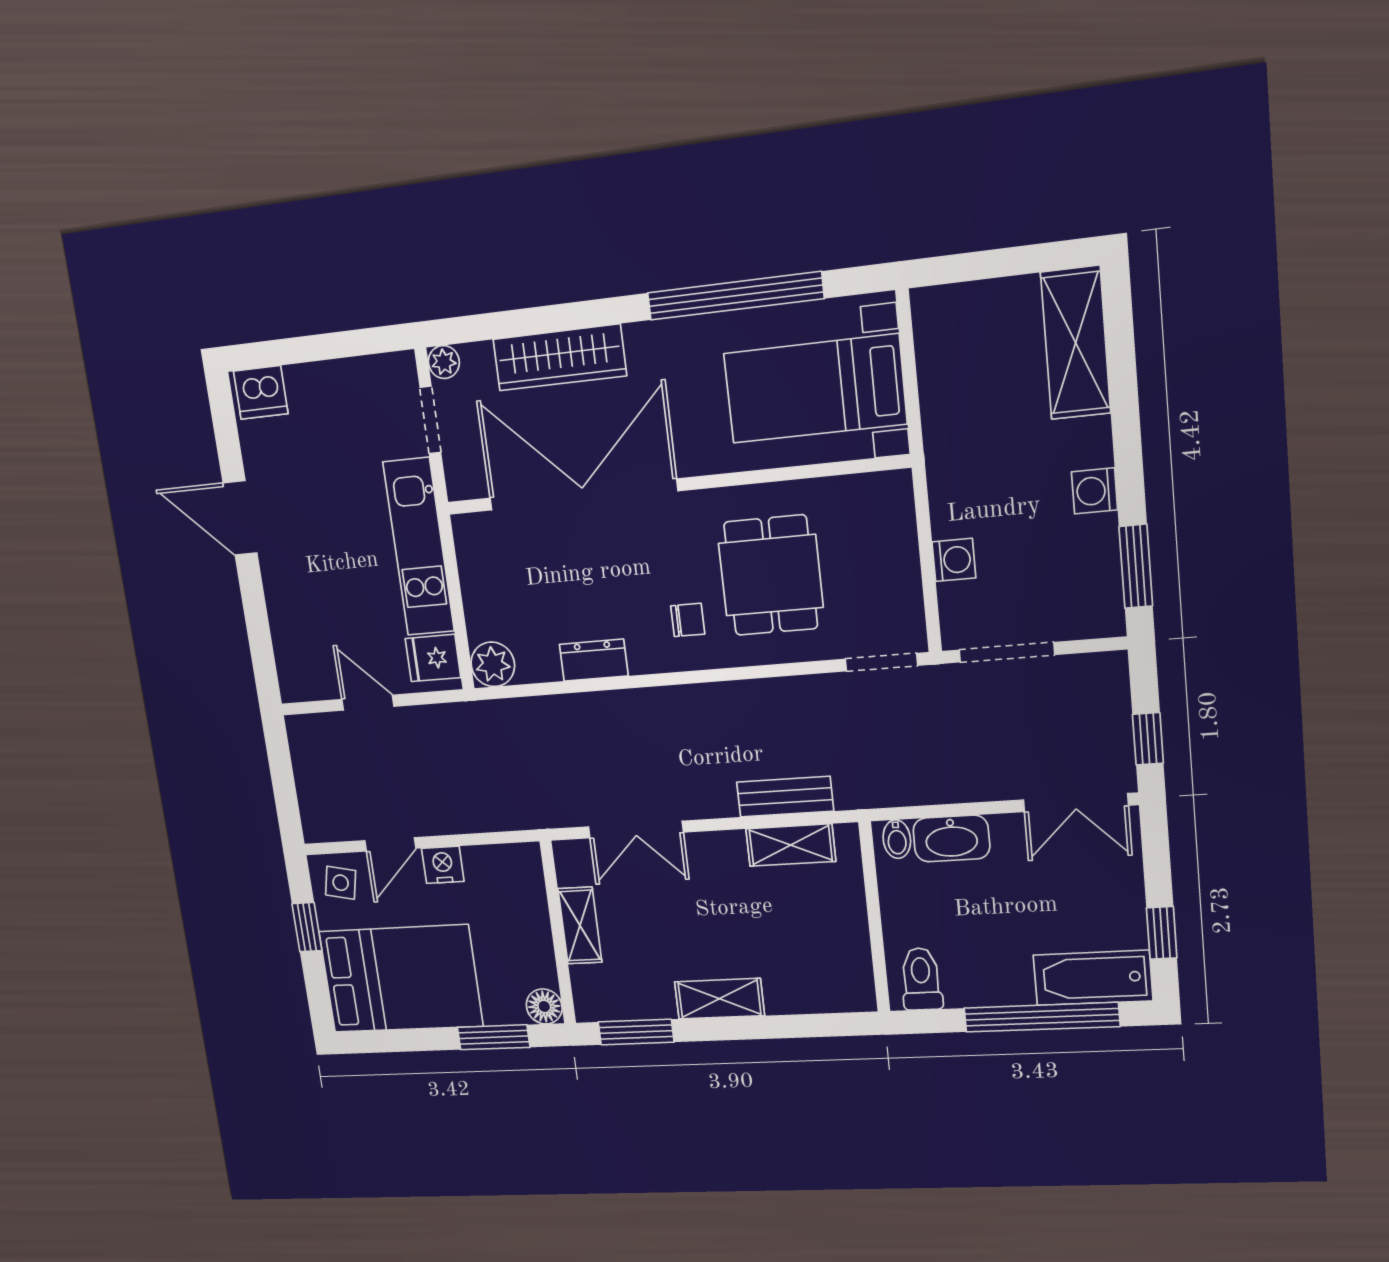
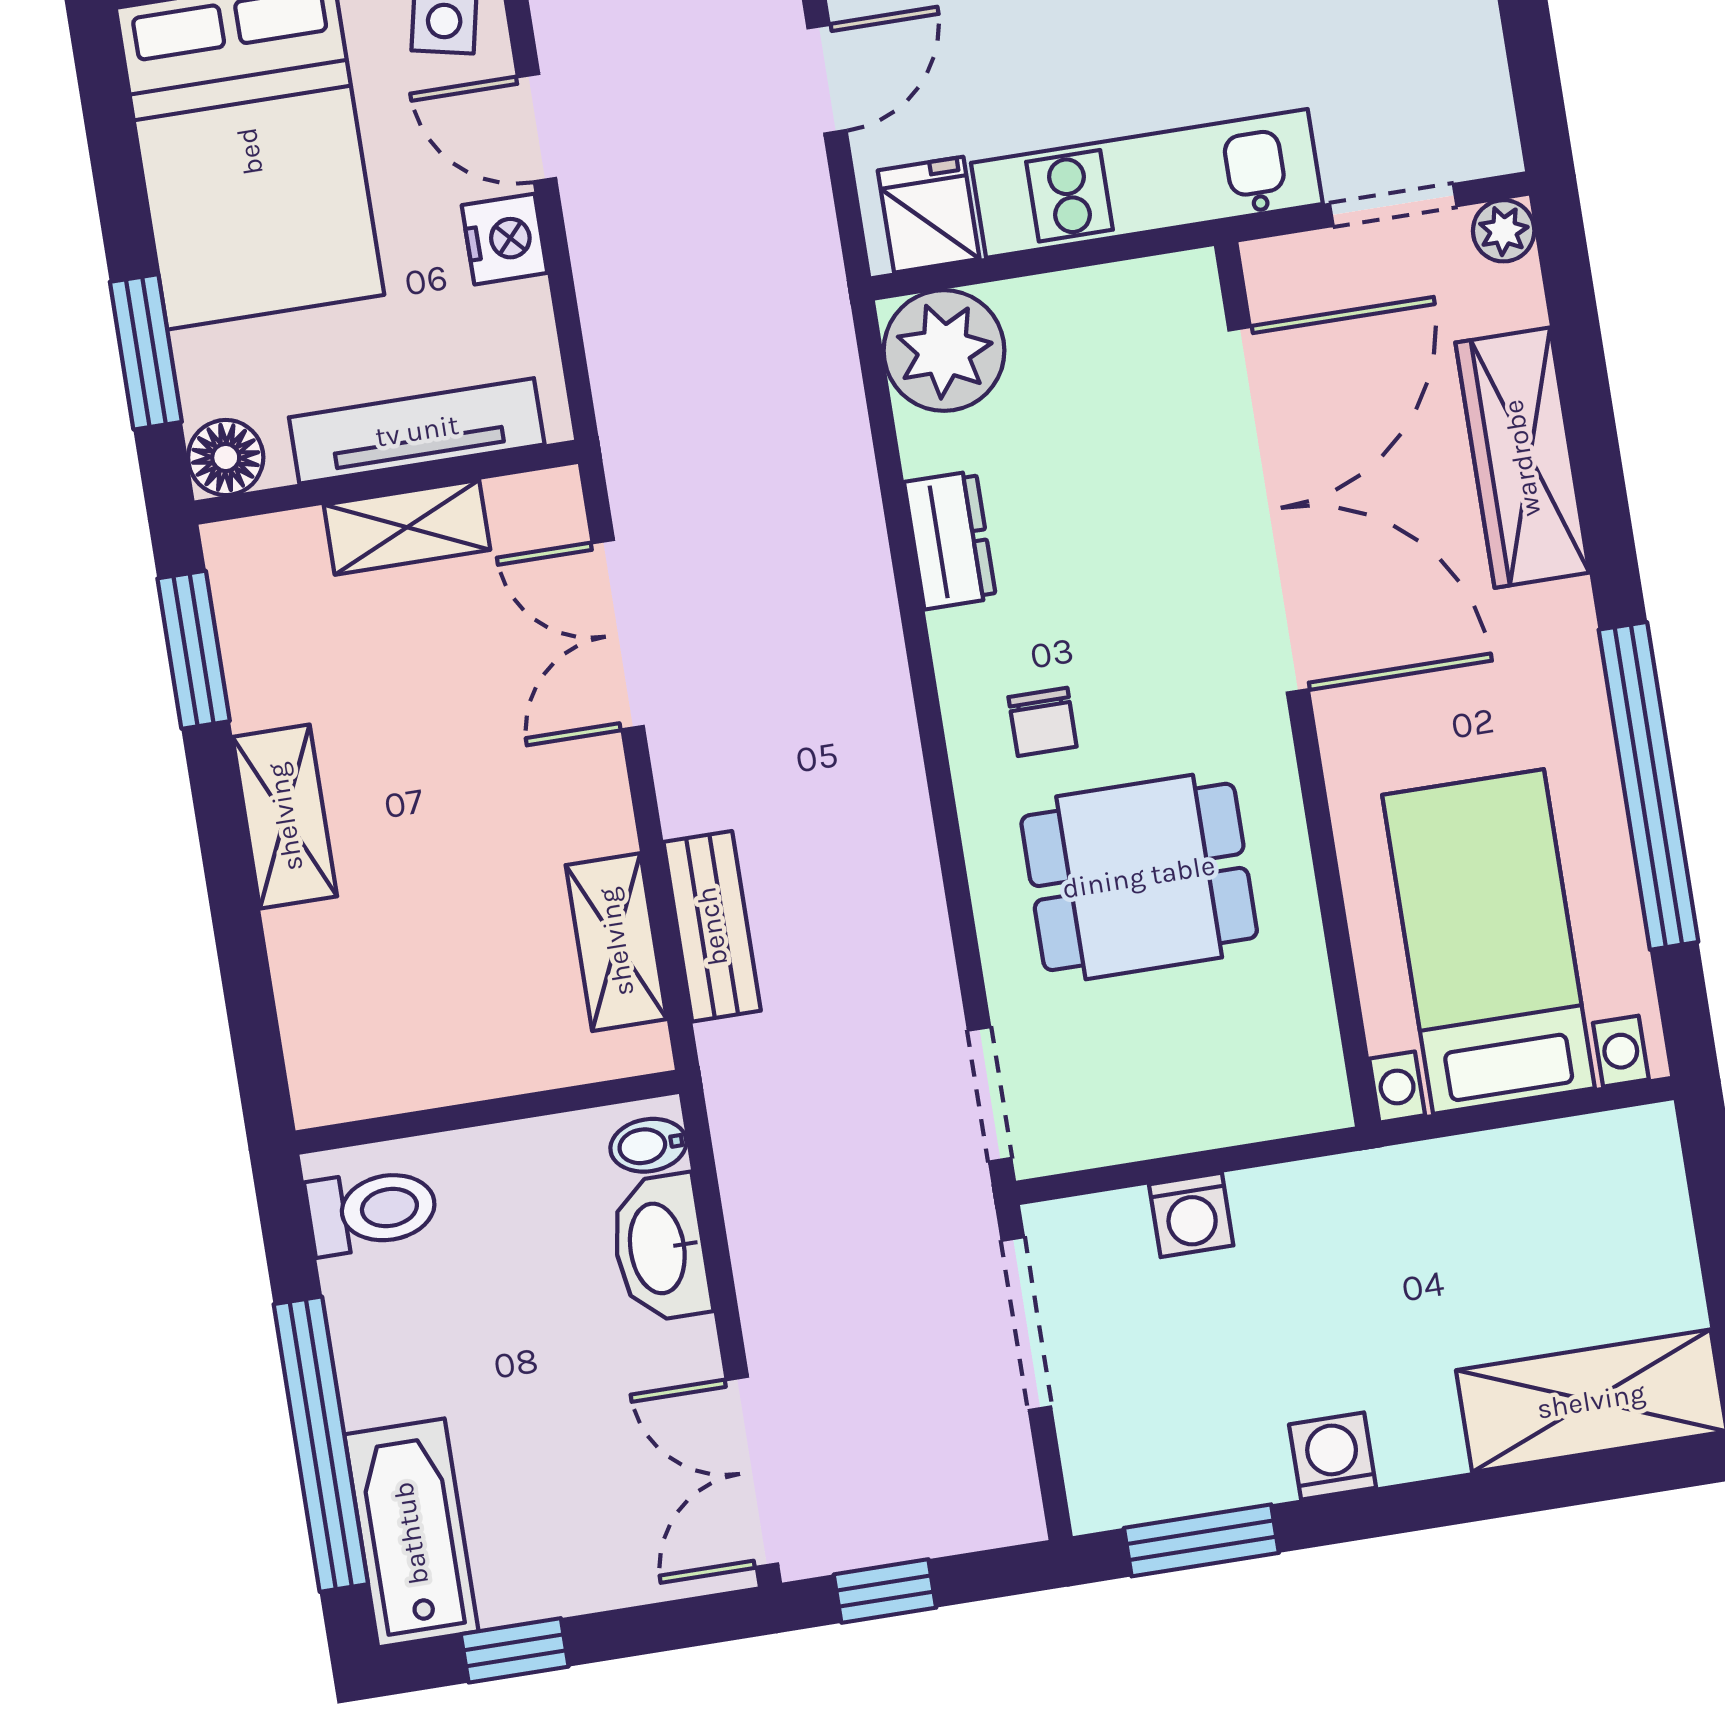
plant: (493, 664) -> (944, 351), width x1.36, depth x1.36
tv unit: (534, 916) -> (417, 431), added

